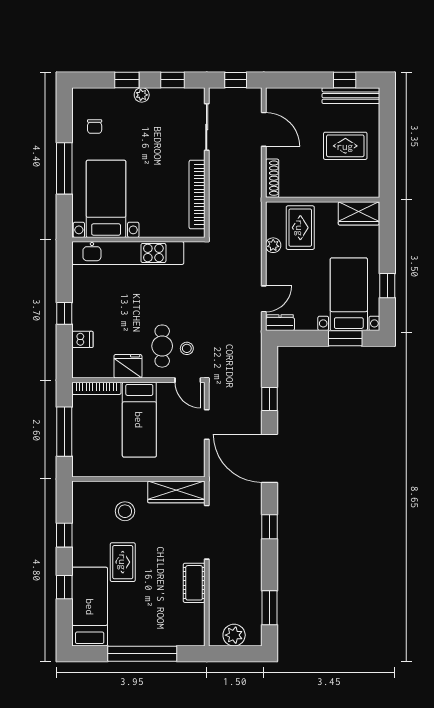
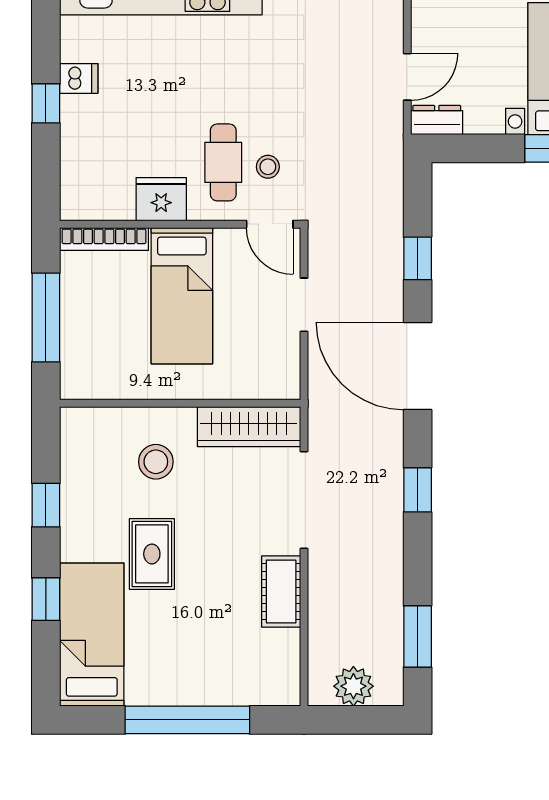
dishwasher: (82, 339) -> (79, 78), moved

